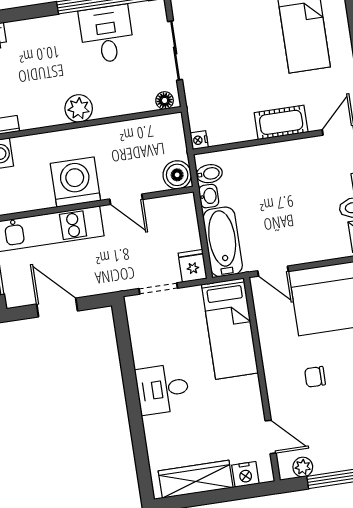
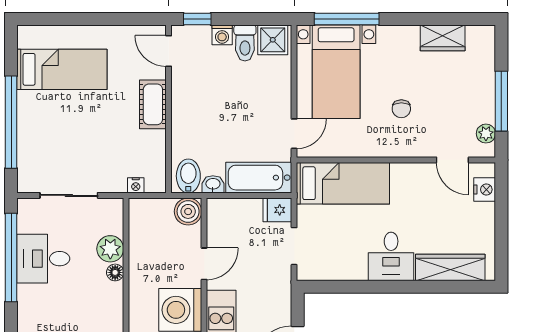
floor lamp: (165, 100) -> (115, 272), moved
plant: (79, 108) -> (110, 249), moved
nightstand: (199, 140) -> (136, 185), moved
bidet: (209, 174) -> (188, 176), width x1.38, depth x1.36
door: (271, 437) -> (452, 160), swing flipped
wardrobe: (196, 479) -> (450, 267), moved, turned 90

